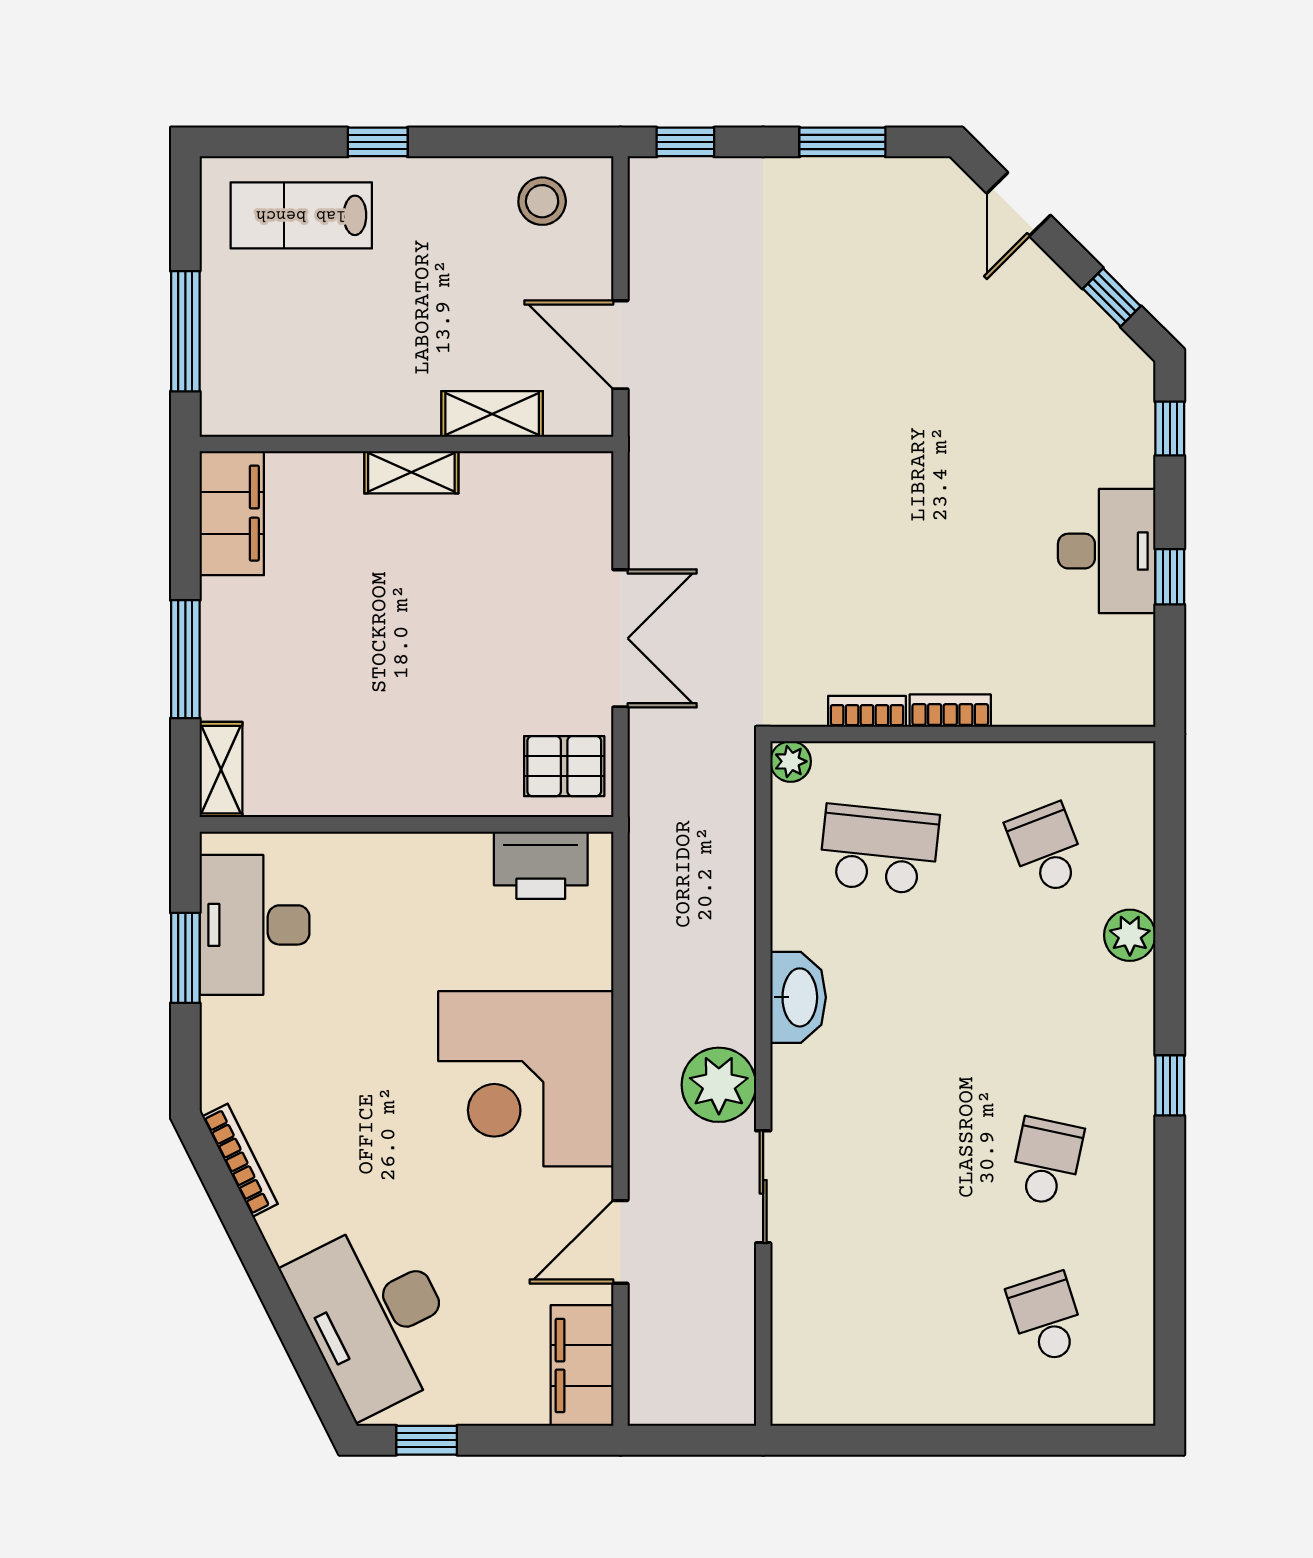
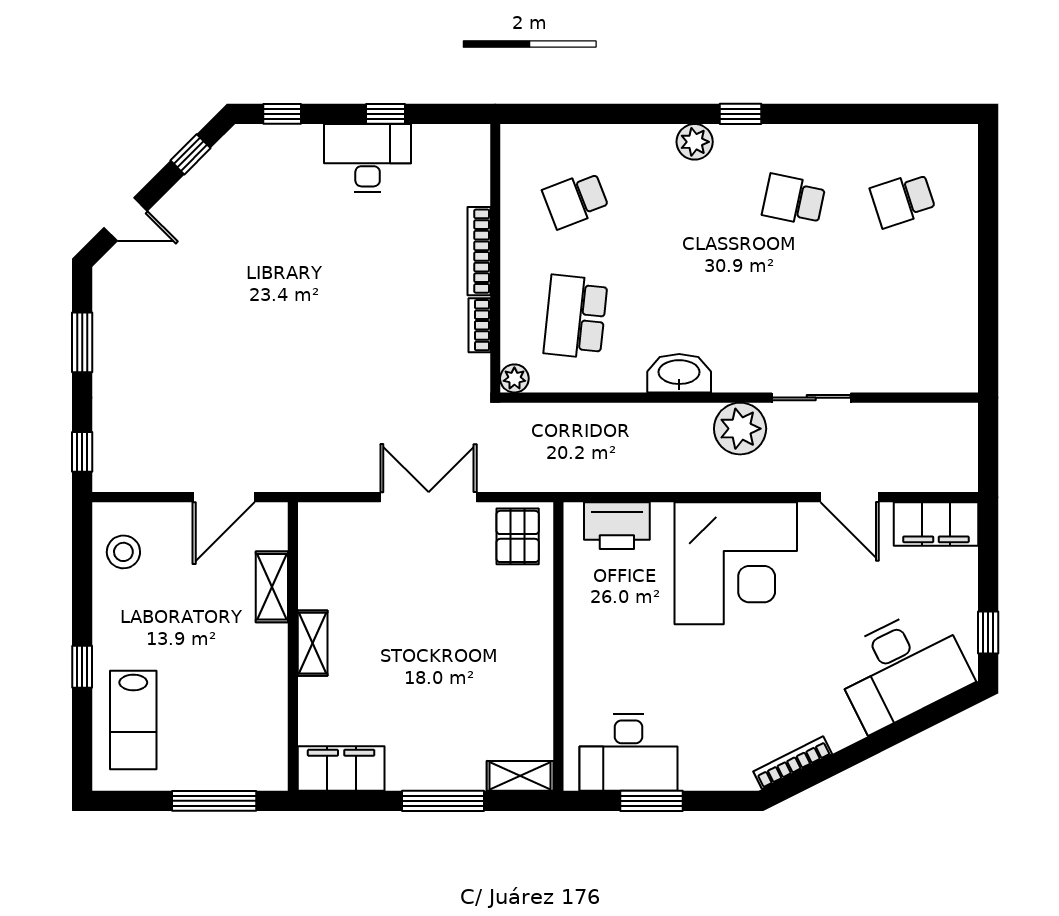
bookcase: (950, 711) -> (479, 251), width x1.56
printer: (541, 865) -> (617, 526), moved, turned 90
plant: (1130, 935) -> (695, 142), moved

